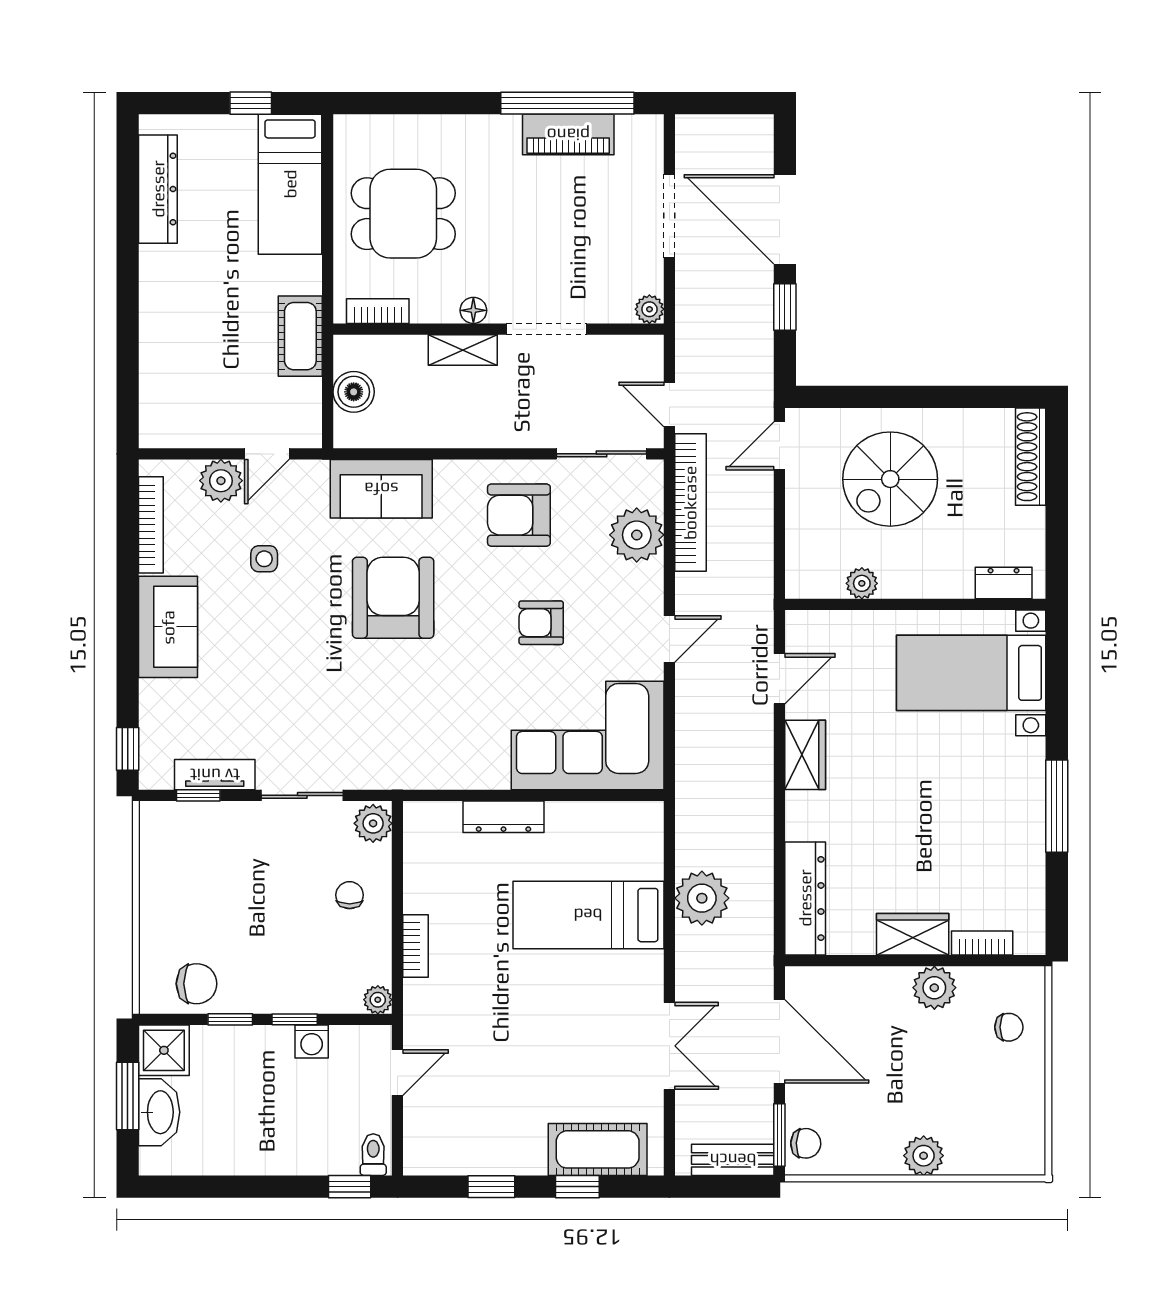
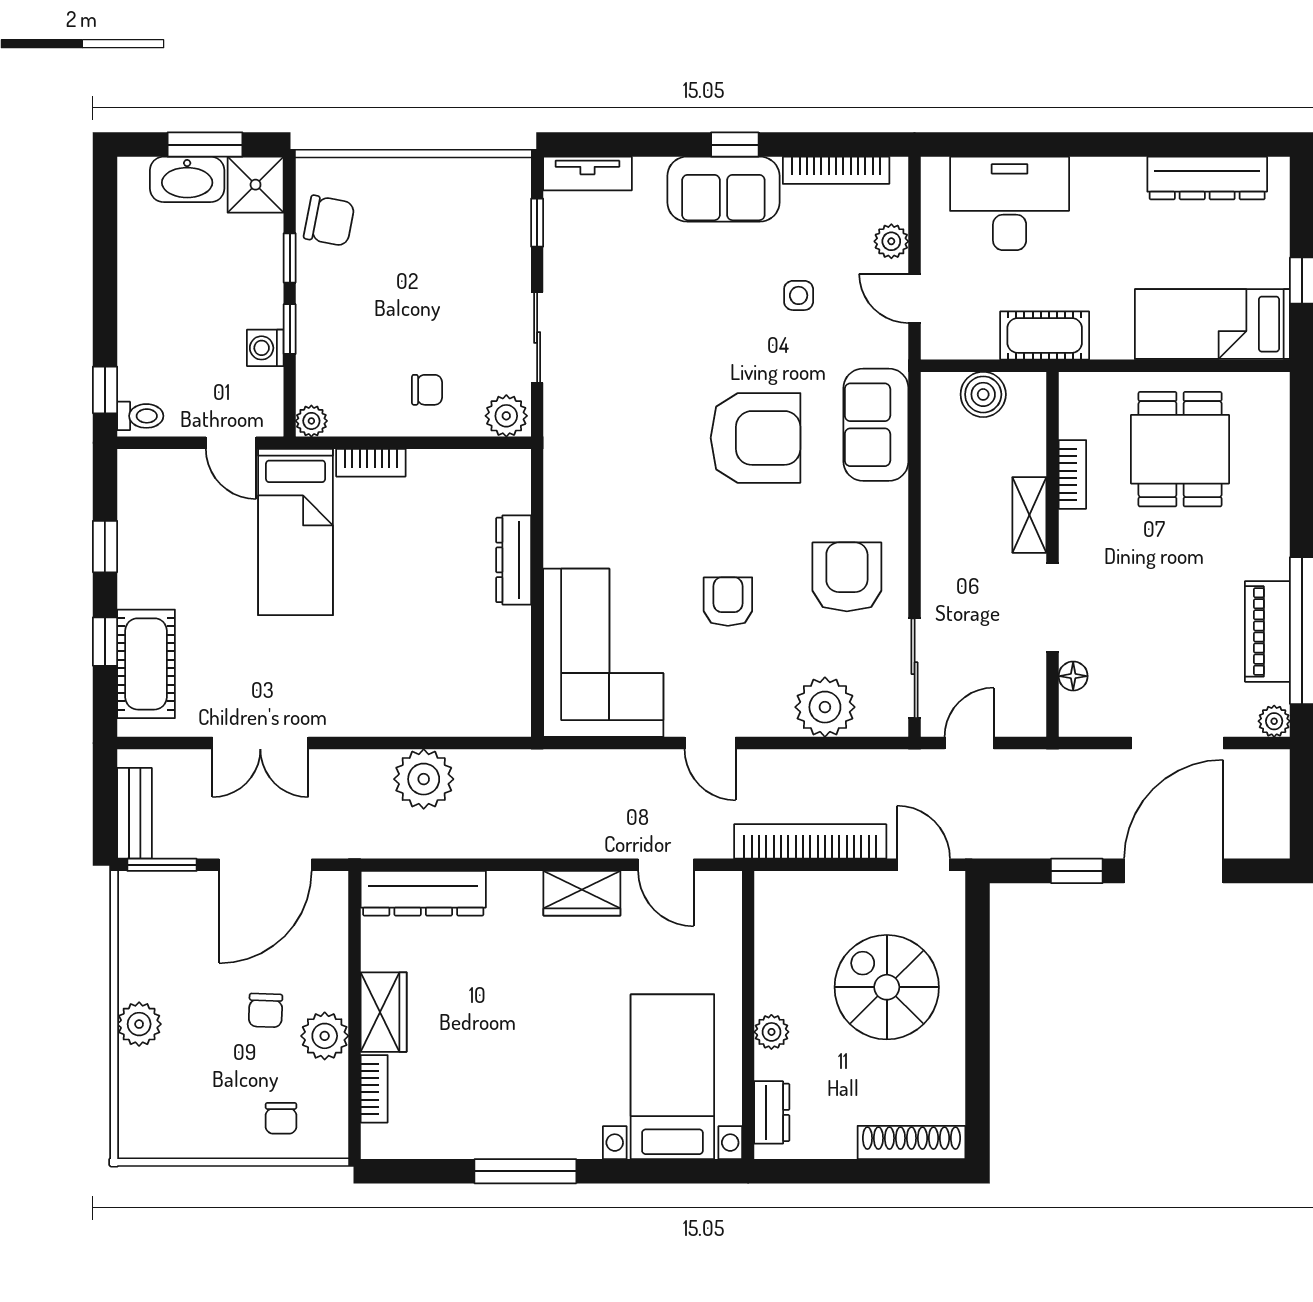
plant: (649, 309) -> (1274, 721), moved
floor lamp: (473, 310) -> (1073, 676), moved
bookcase: (378, 311) -> (1072, 474), moved
desk: (181, 368) -> (1010, 203), added
plant: (221, 481) -> (891, 241), width x0.73, depth x0.73
bookcase: (690, 503) -> (810, 841), moved, turned 180
plant: (862, 583) -> (771, 1032), moved
window: (128, 749) -> (735, 145), moved
tv unit: (215, 775) -> (587, 174), moved, turned 90
bed: (588, 915) -> (296, 532), moved, turned 180
chair: (197, 984) -> (329, 221), turned -79
chair: (806, 1143) -> (266, 1010), moved

